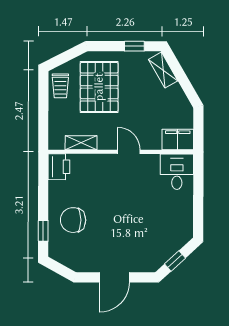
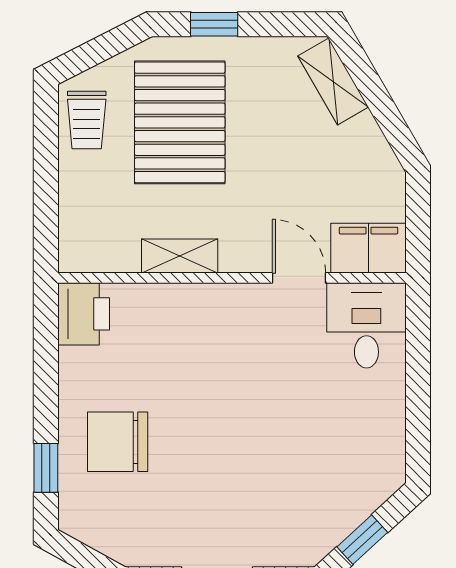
window: (134, 46) -> (214, 24), moved
shelving: (81, 143) -> (180, 256), moved
door: (129, 152) -> (299, 278), moved

